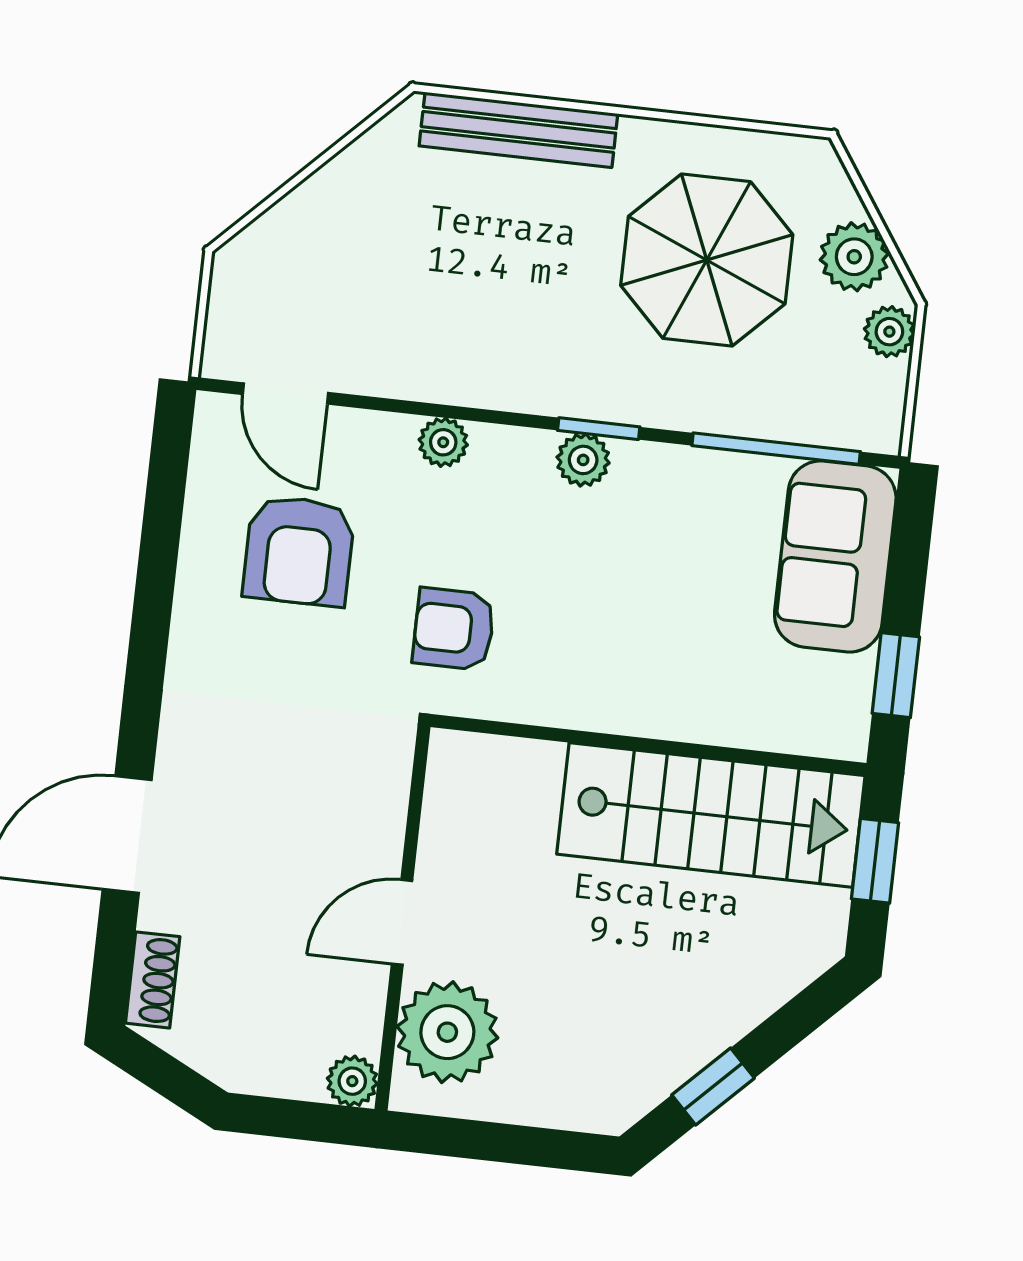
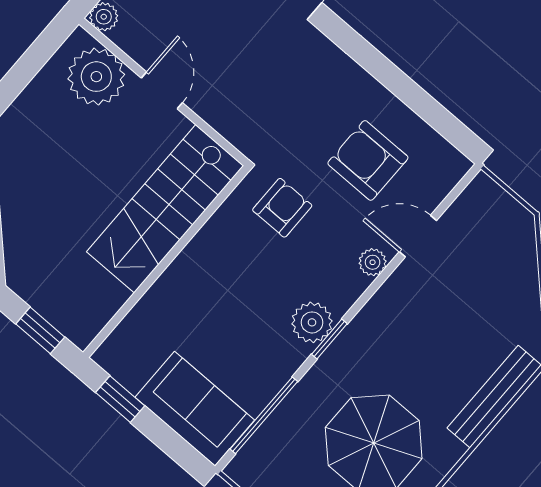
door: (285, 394) -> (418, 236), moved
plant: (583, 460) -> (312, 322), width x1.38, depth x1.38
stairs: (711, 815) -> (165, 209), moved

